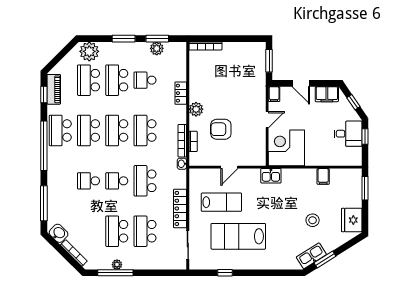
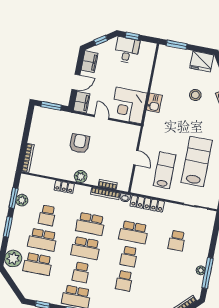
piano: (54, 89) -> (40, 295), removed
filing cabinet: (274, 94) -> (82, 102), width x2.00
armchair: (221, 129) -> (79, 143), moved, turned 180
school desk: (88, 130) -> (81, 272), width x0.54
kitchen sink: (271, 176) -> (154, 103), moved
filing cabinet: (323, 176) -> (160, 79), removed
locker: (180, 208) -> (147, 204), moved
school desk: (117, 231) -> (172, 265), removed
school desk: (145, 231) -> (177, 241), width x0.54
lab bench: (238, 236) -> (197, 161), turned 180

